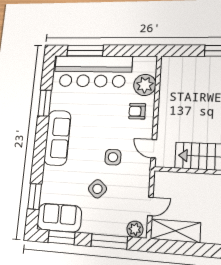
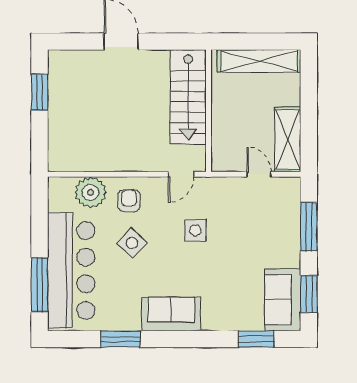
armchair: (137, 111) -> (129, 201), turned 180
sofa: (57, 138) -> (171, 314), width x0.73
side table: (97, 189) -> (132, 243), moved
plant: (135, 229) -> (290, 193), removed

